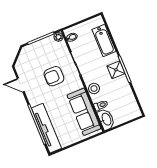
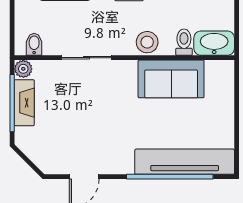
fireplace: (43, 44) -> (24, 103), added
armchair: (54, 76) -> (93, 108), removed
sofa: (84, 112) -> (171, 79), width x0.73

